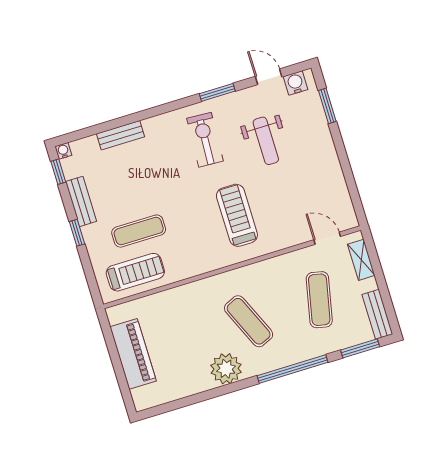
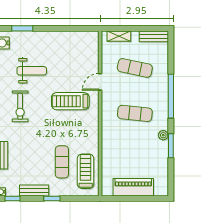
exercise bike: (205, 140) -> (20, 106), turned -93
door: (327, 238) -> (100, 82), moved
exercise mat: (249, 321) -> (135, 113), turned 30
window: (360, 348) -> (171, 146), moved
plant: (226, 369) -> (163, 135), width x0.53, depth x0.53

